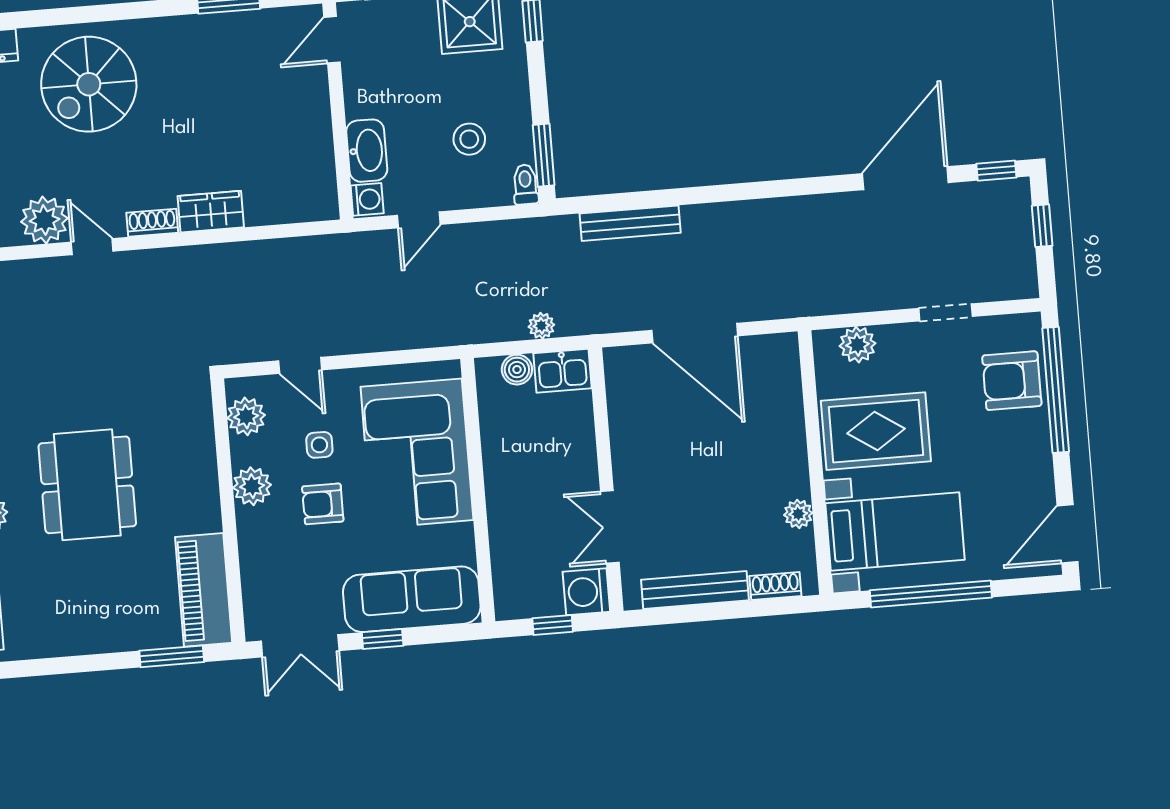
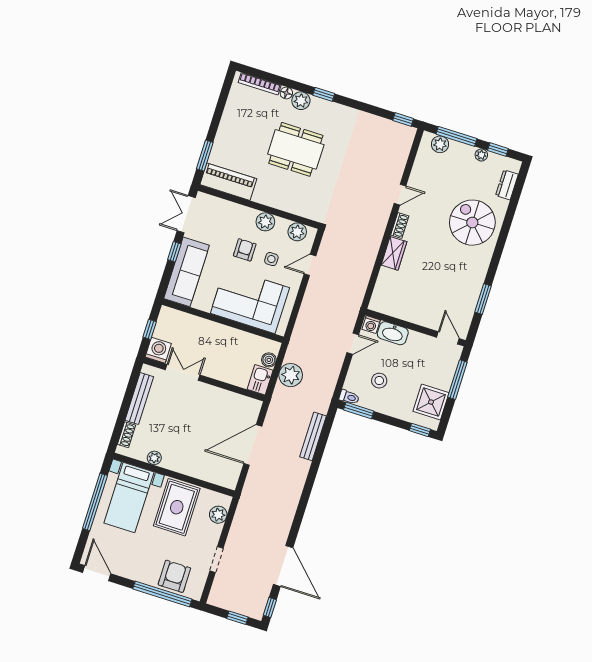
plant: (44, 220) -> (420, 178), removed
door: (419, 220) -> (353, 344), swing flipped
plant: (541, 326) -> (291, 375), width x1.88, depth x1.88

